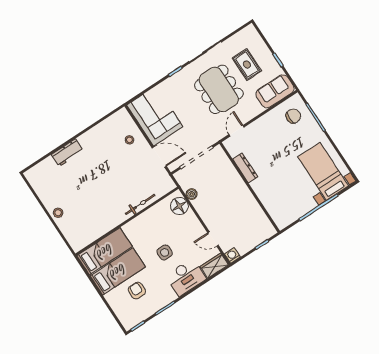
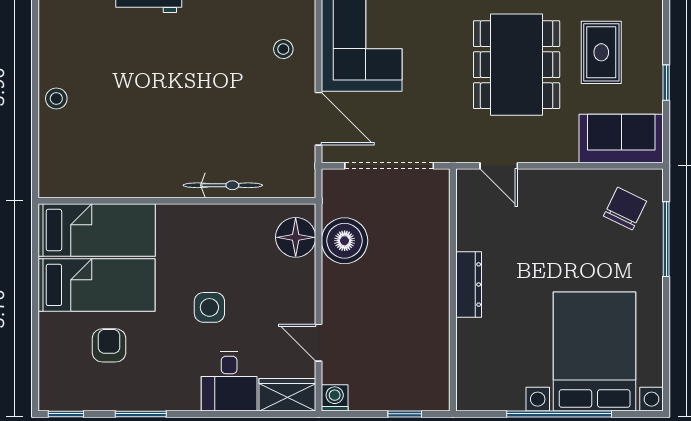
chair: (293, 116) -> (625, 209), turned -64
door: (237, 131) -> (499, 166), swing flipped
dresser: (245, 168) -> (469, 284), moved
bed with nightstands: (323, 171) -> (595, 351), width x1.36
boiler: (192, 194) -> (345, 241), width x1.86, depth x1.86
desk: (186, 277) -> (229, 381), width x0.73

